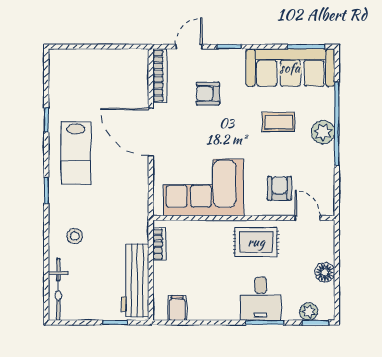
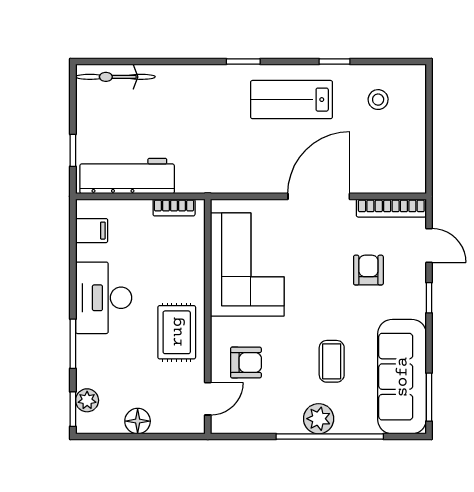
stool: (75, 236) -> (378, 100), moved
desk: (261, 299) -> (104, 298), moved, width x1.37

